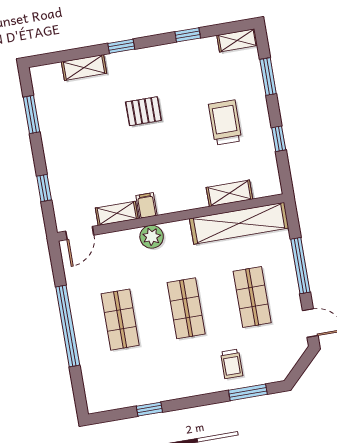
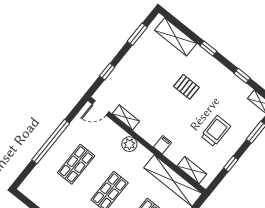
shelving: (84, 68) -> (176, 37), width x1.50, depth x1.33
shelving: (229, 193) -> (192, 170), moved
filing cabinet: (146, 206) -> (163, 145), moved

